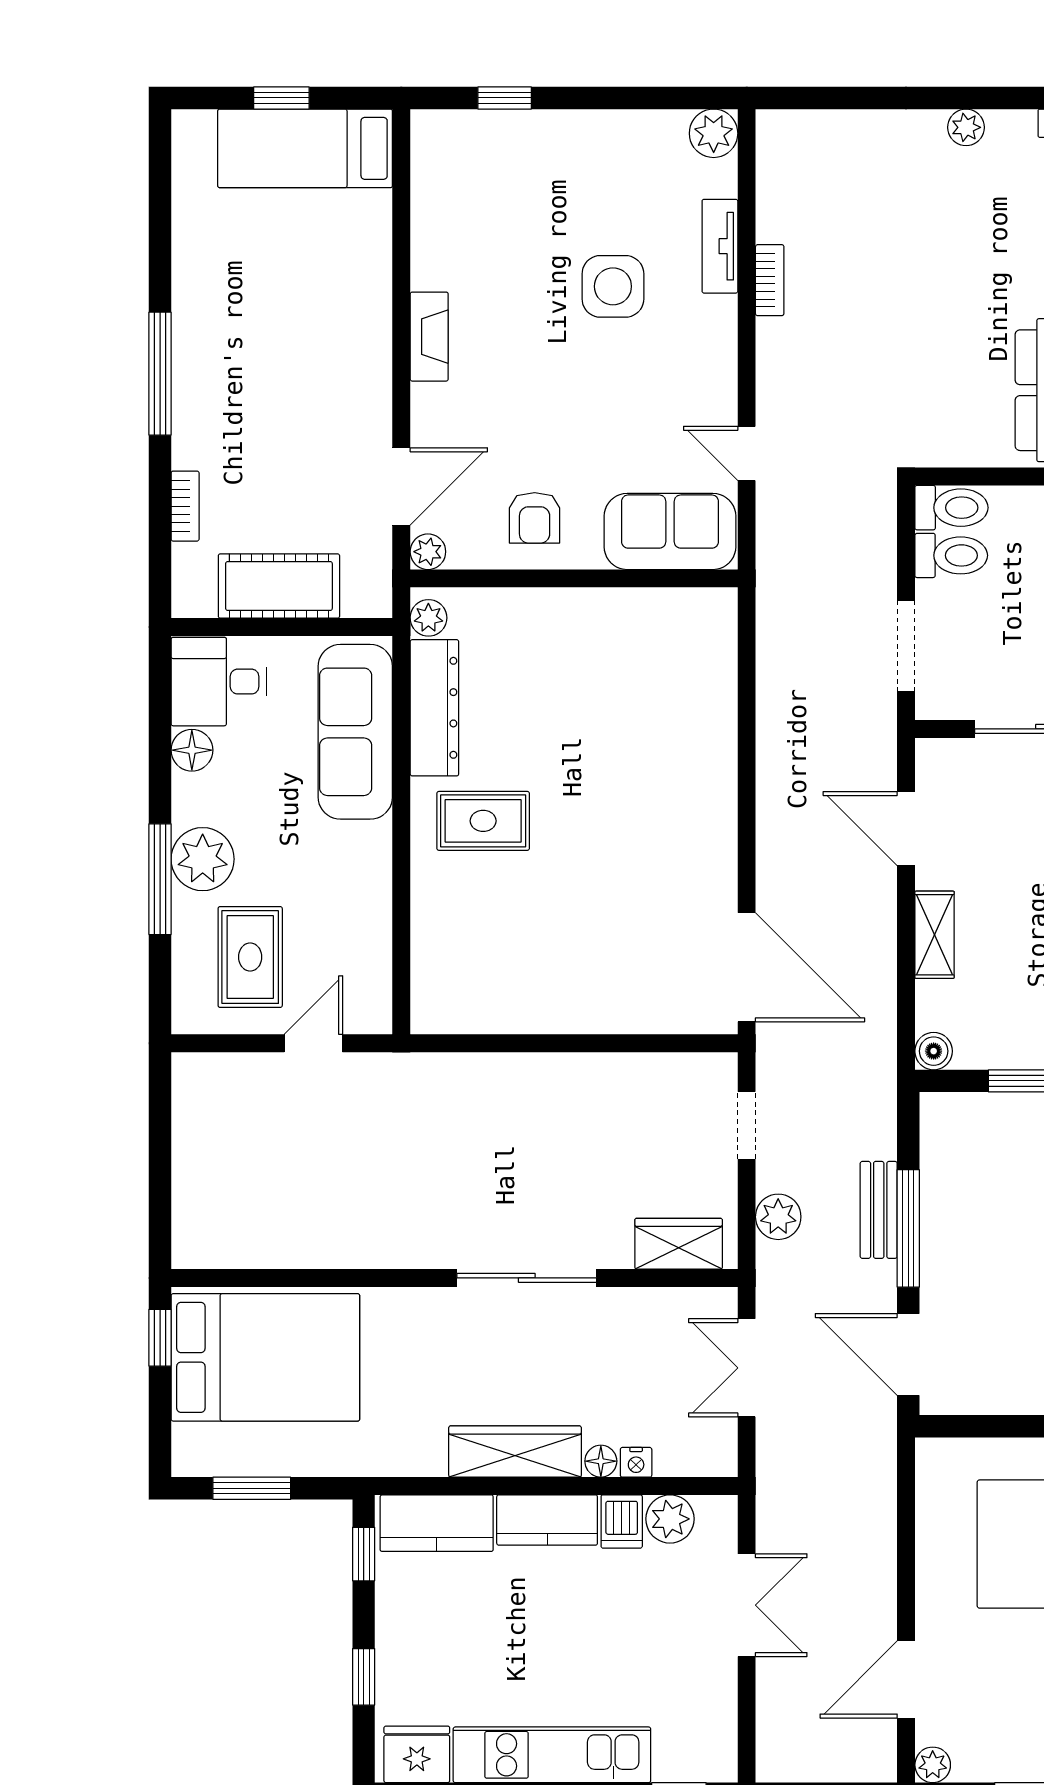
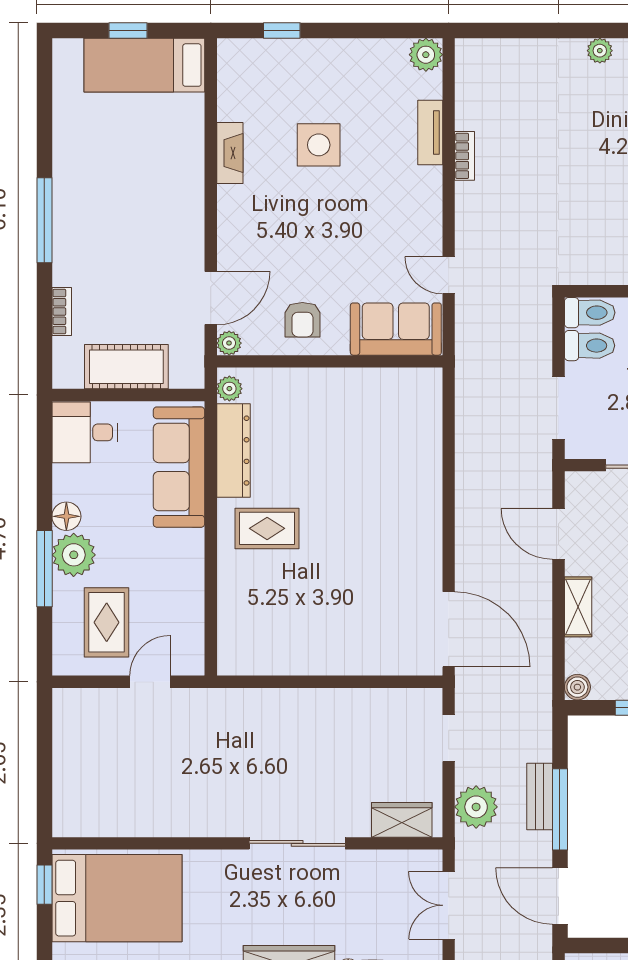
side table: (613, 286) -> (319, 145), moved
fireplace: (429, 337) -> (230, 153), moved
floor lamp: (192, 750) -> (66, 516), moved
plant: (778, 1217) -> (476, 807), width x1.36, depth x1.36

